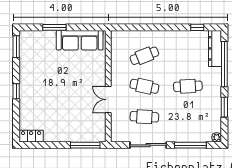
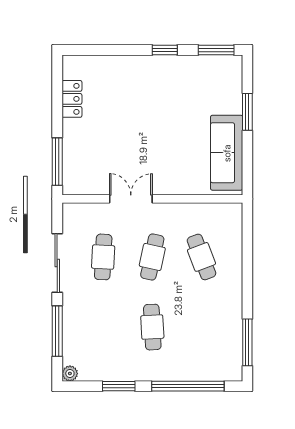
window: (197, 27) -> (247, 342), width x2.17
dresser: (215, 48) -> (213, 371), removed
window: (16, 91) -> (165, 50), moved
locker: (31, 136) -> (72, 99), moved

